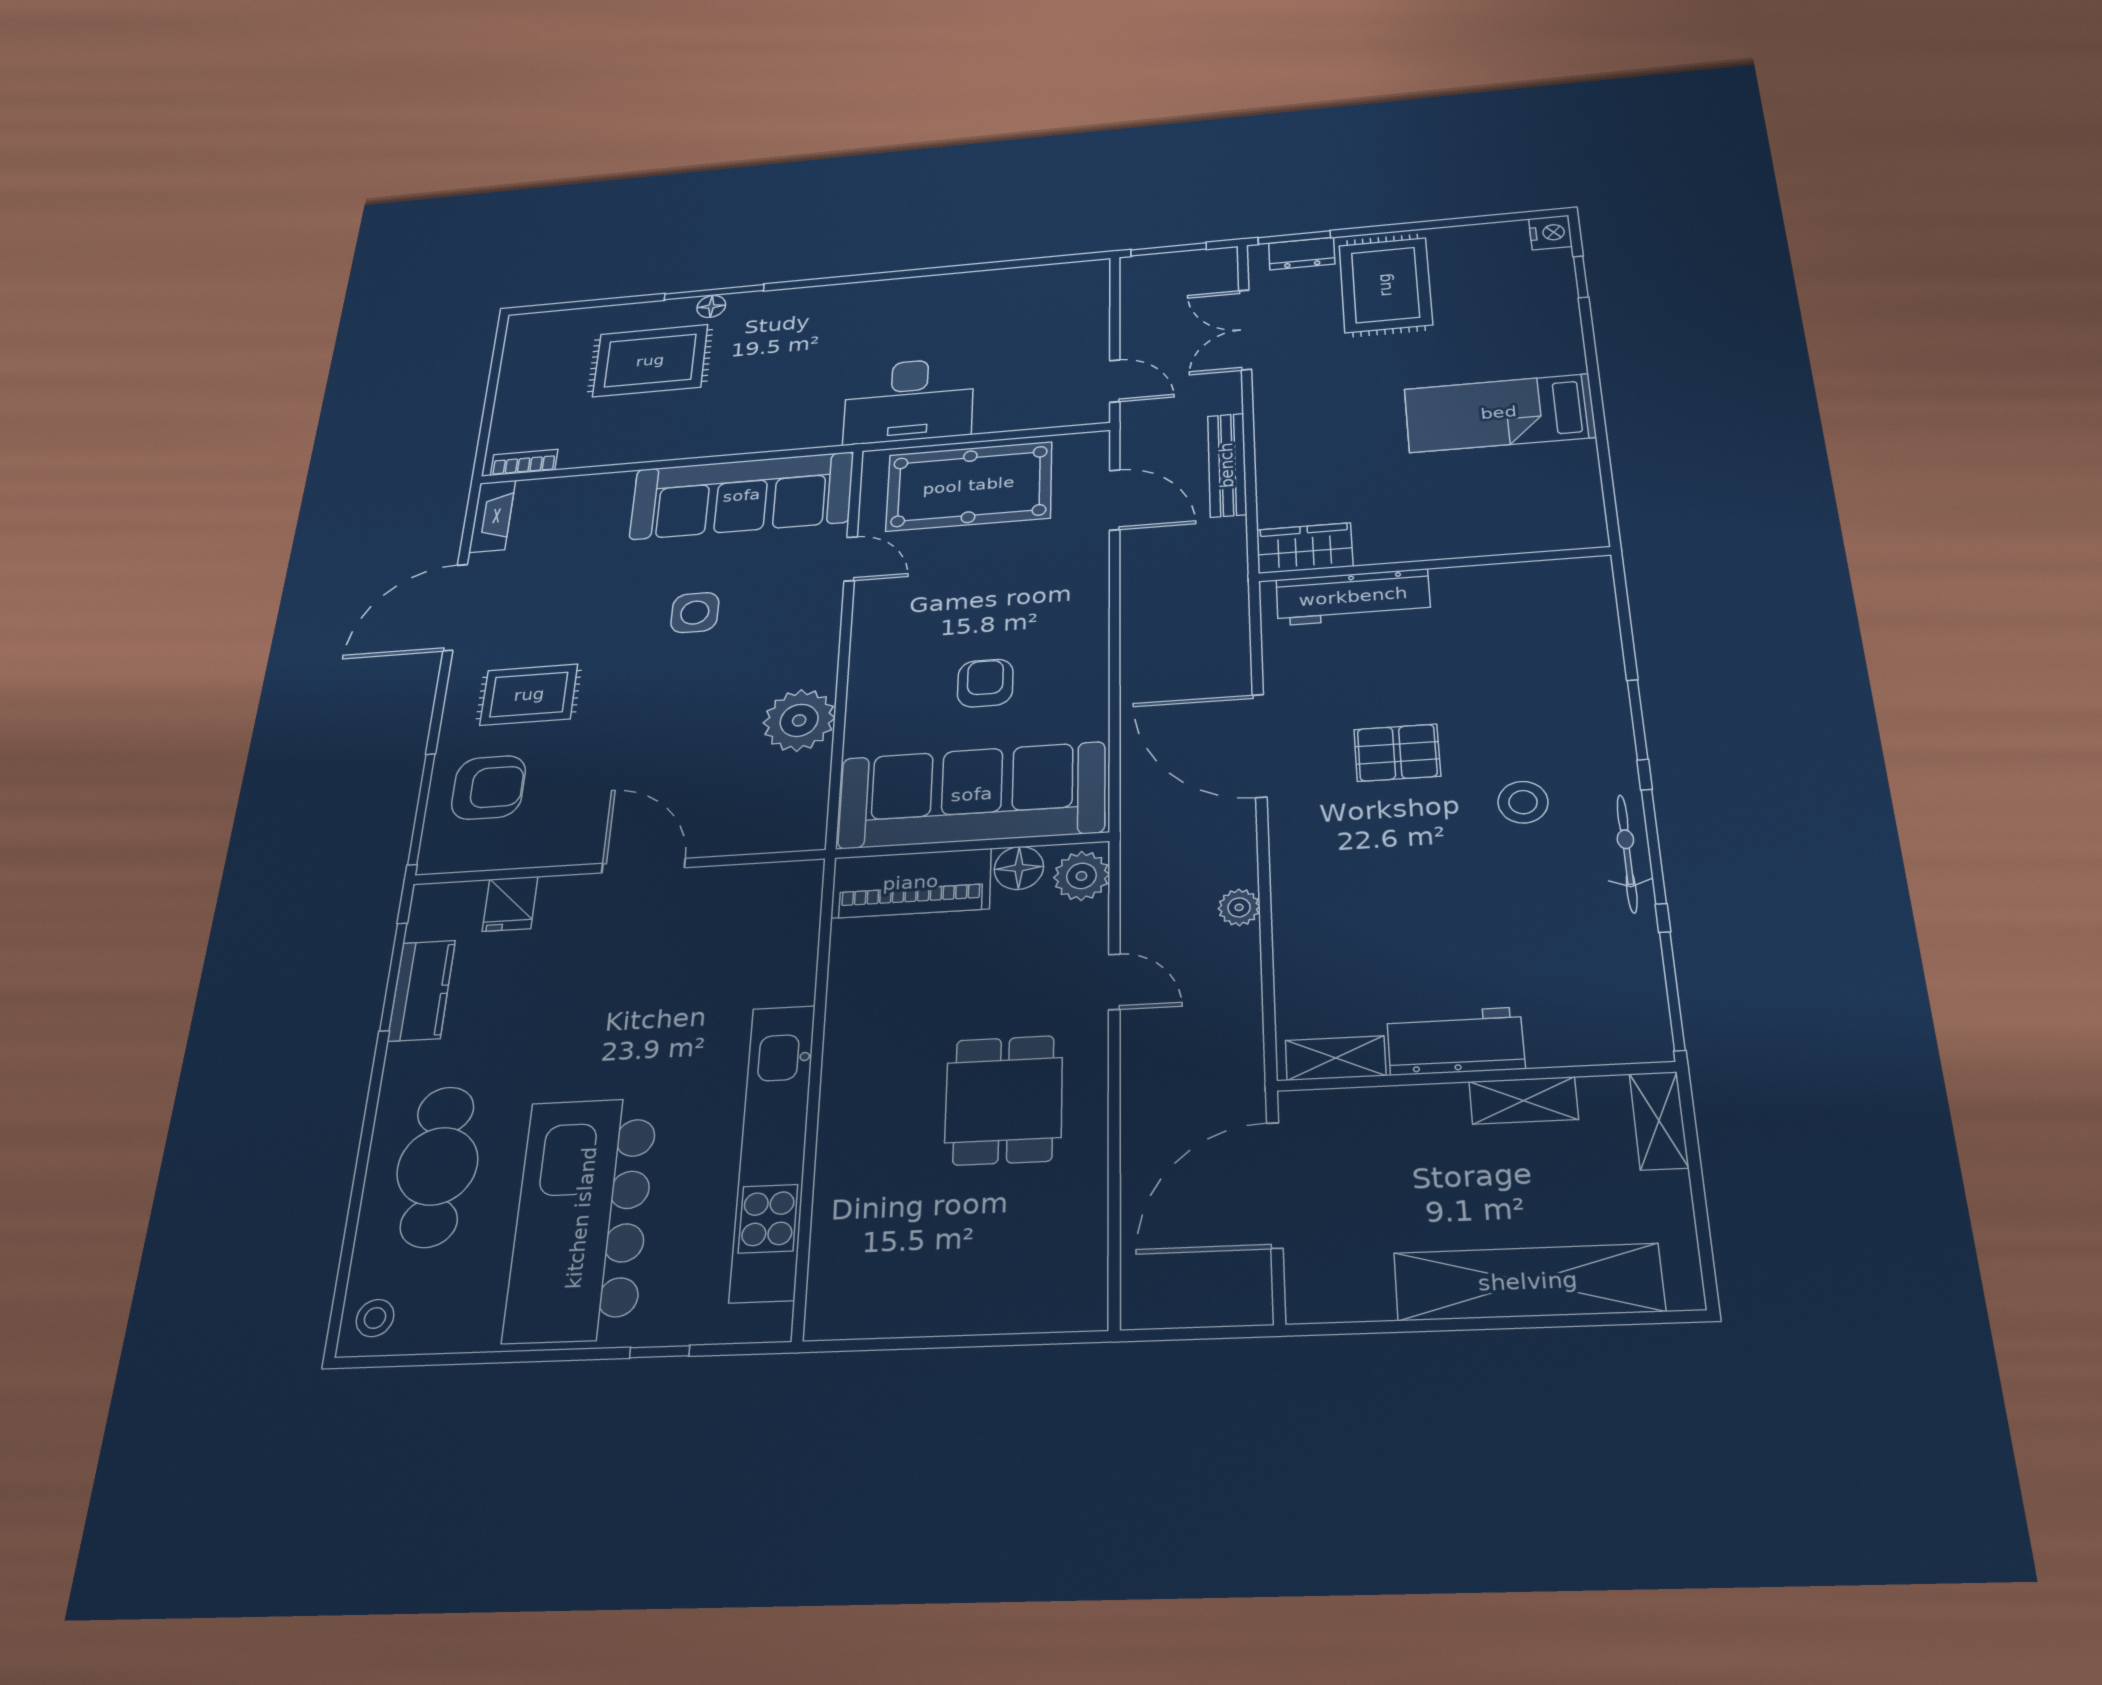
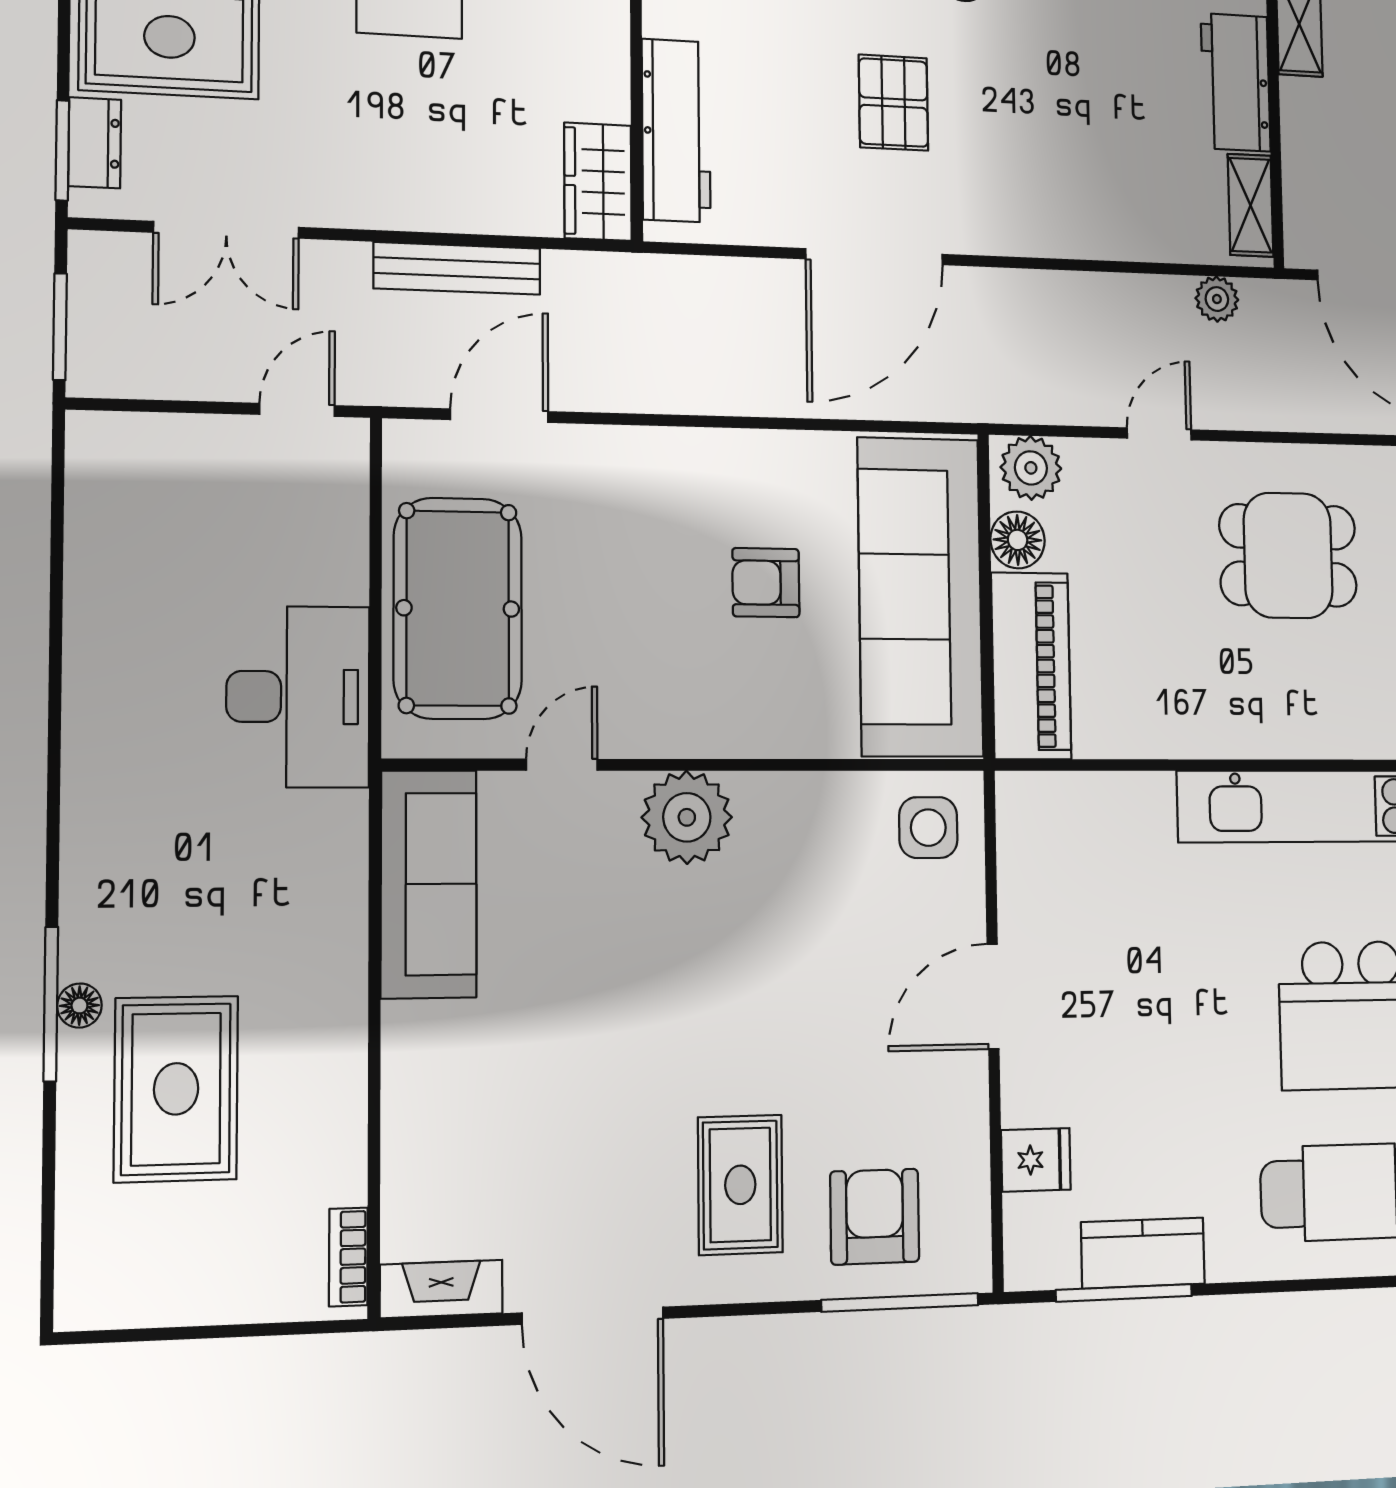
sofa: (742, 496) -> (429, 884), width x0.74, depth x0.79
side table: (695, 613) -> (928, 828), moved
plant: (799, 720) -> (687, 817), moved
plant: (1239, 907) -> (1217, 299), moved

